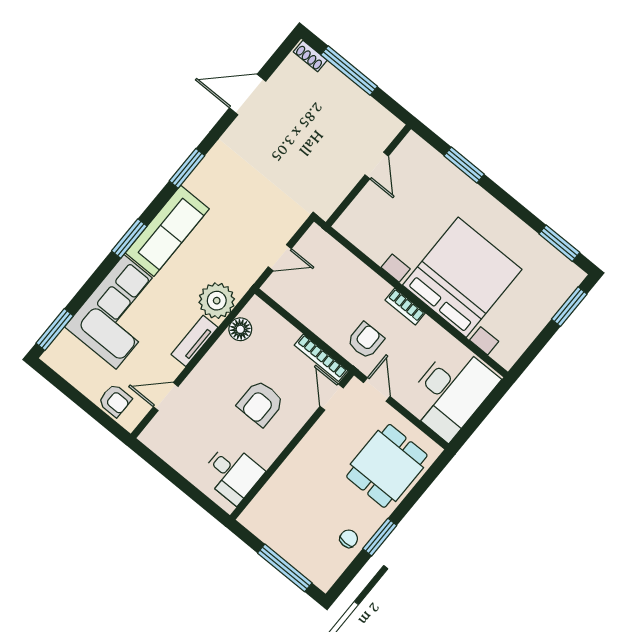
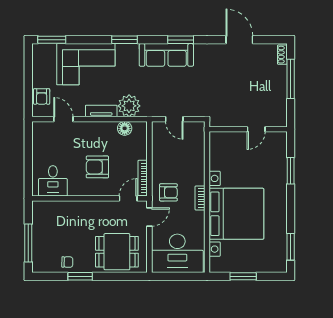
sofa: (167, 231) -> (166, 55), moved
window: (569, 307) -> (243, 276), moved

